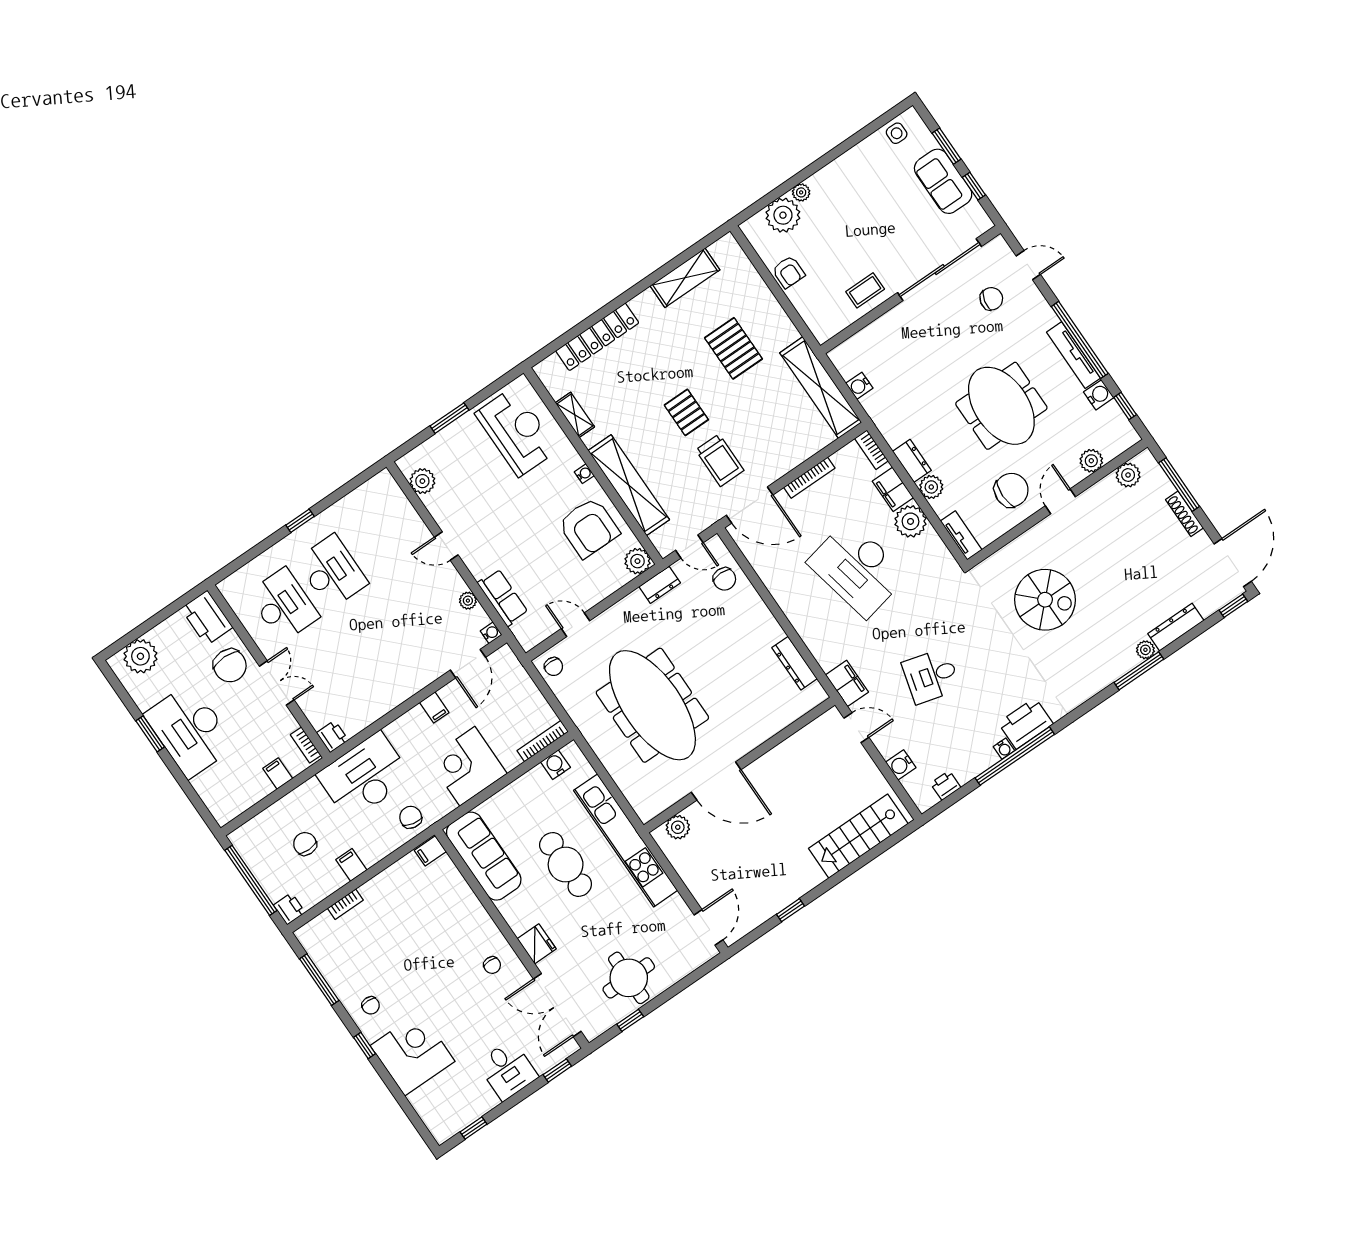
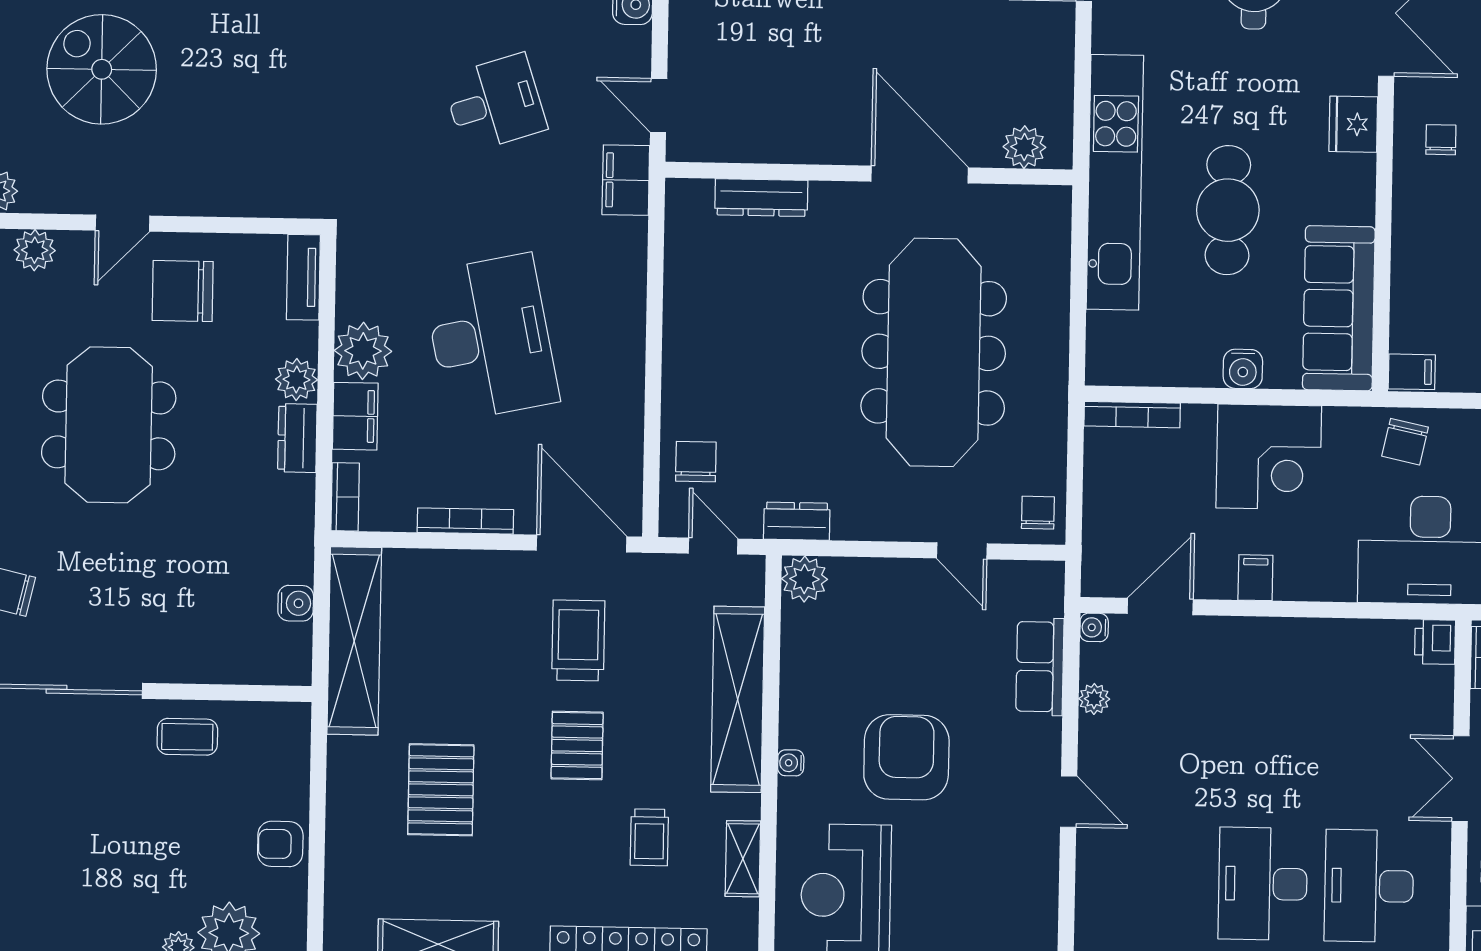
armchair: (788, 272) -> (280, 844), turned -90
trolley: (624, 394) -> (649, 837), added
plant: (422, 481) -> (1036, 922), removed
armchair: (589, 528) -> (906, 757), moved
spiral stairs: (1045, 600) -> (102, 69), moved
dresser: (794, 663) -> (761, 198), moved, turned 90
desk: (931, 676) -> (495, 103), turned -33
water cooler: (555, 765) -> (1243, 369), moved

